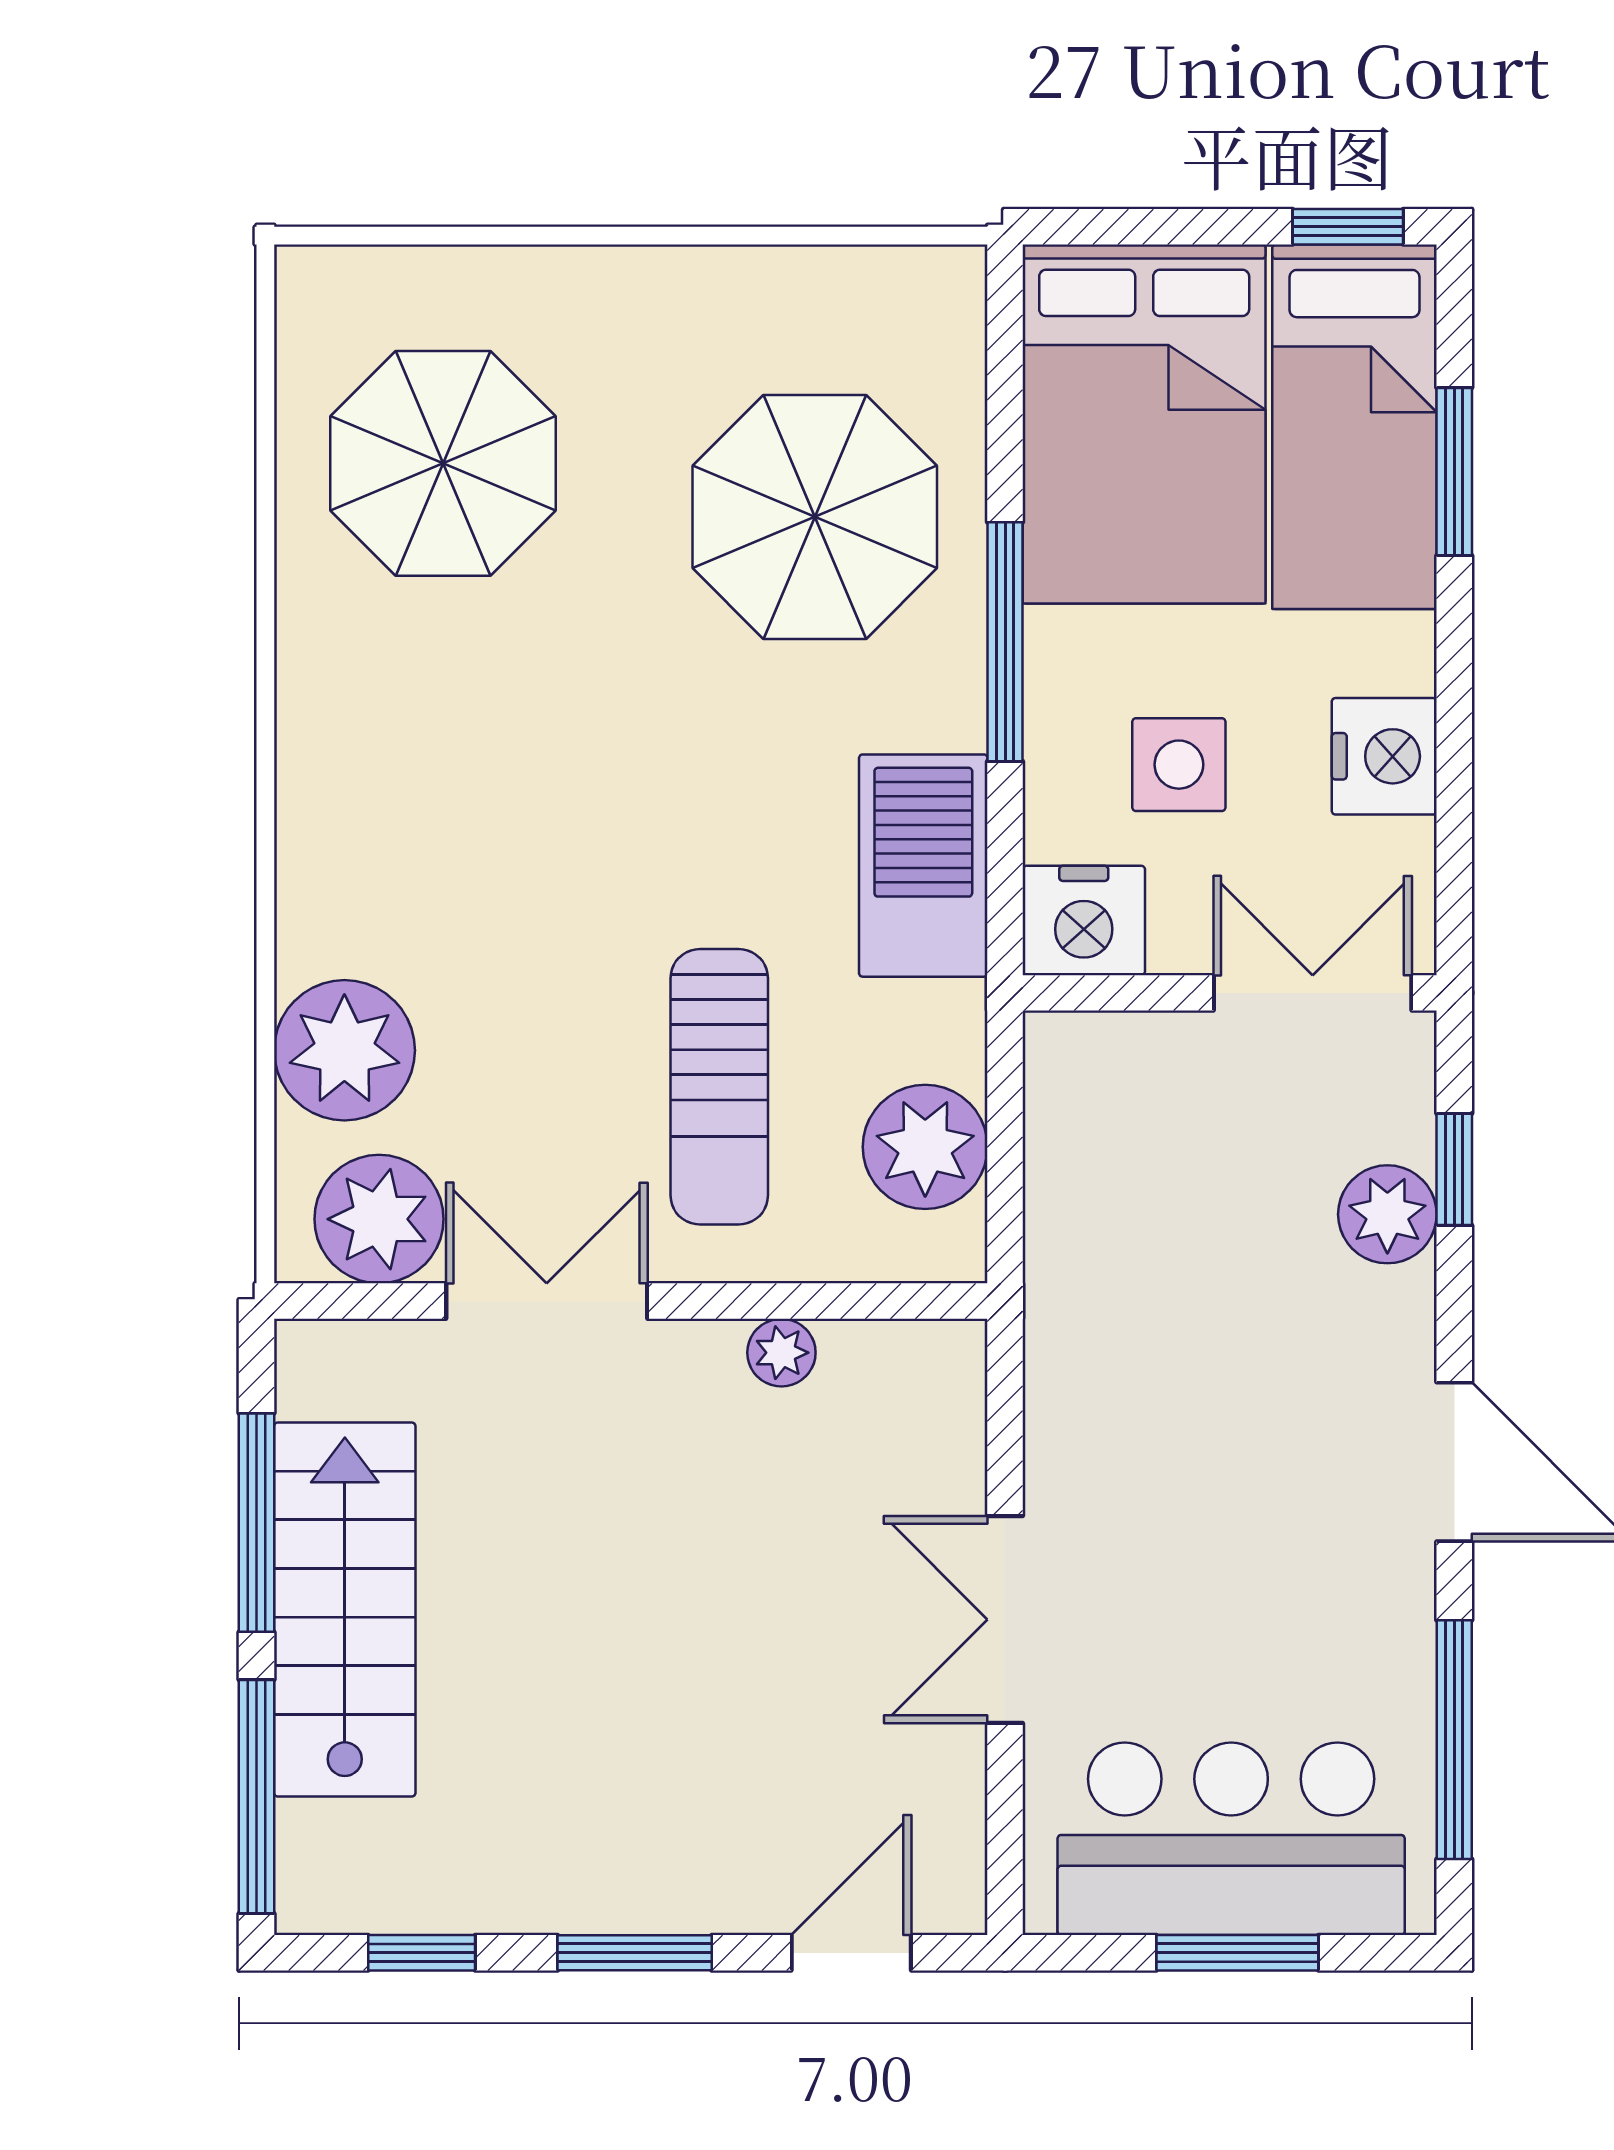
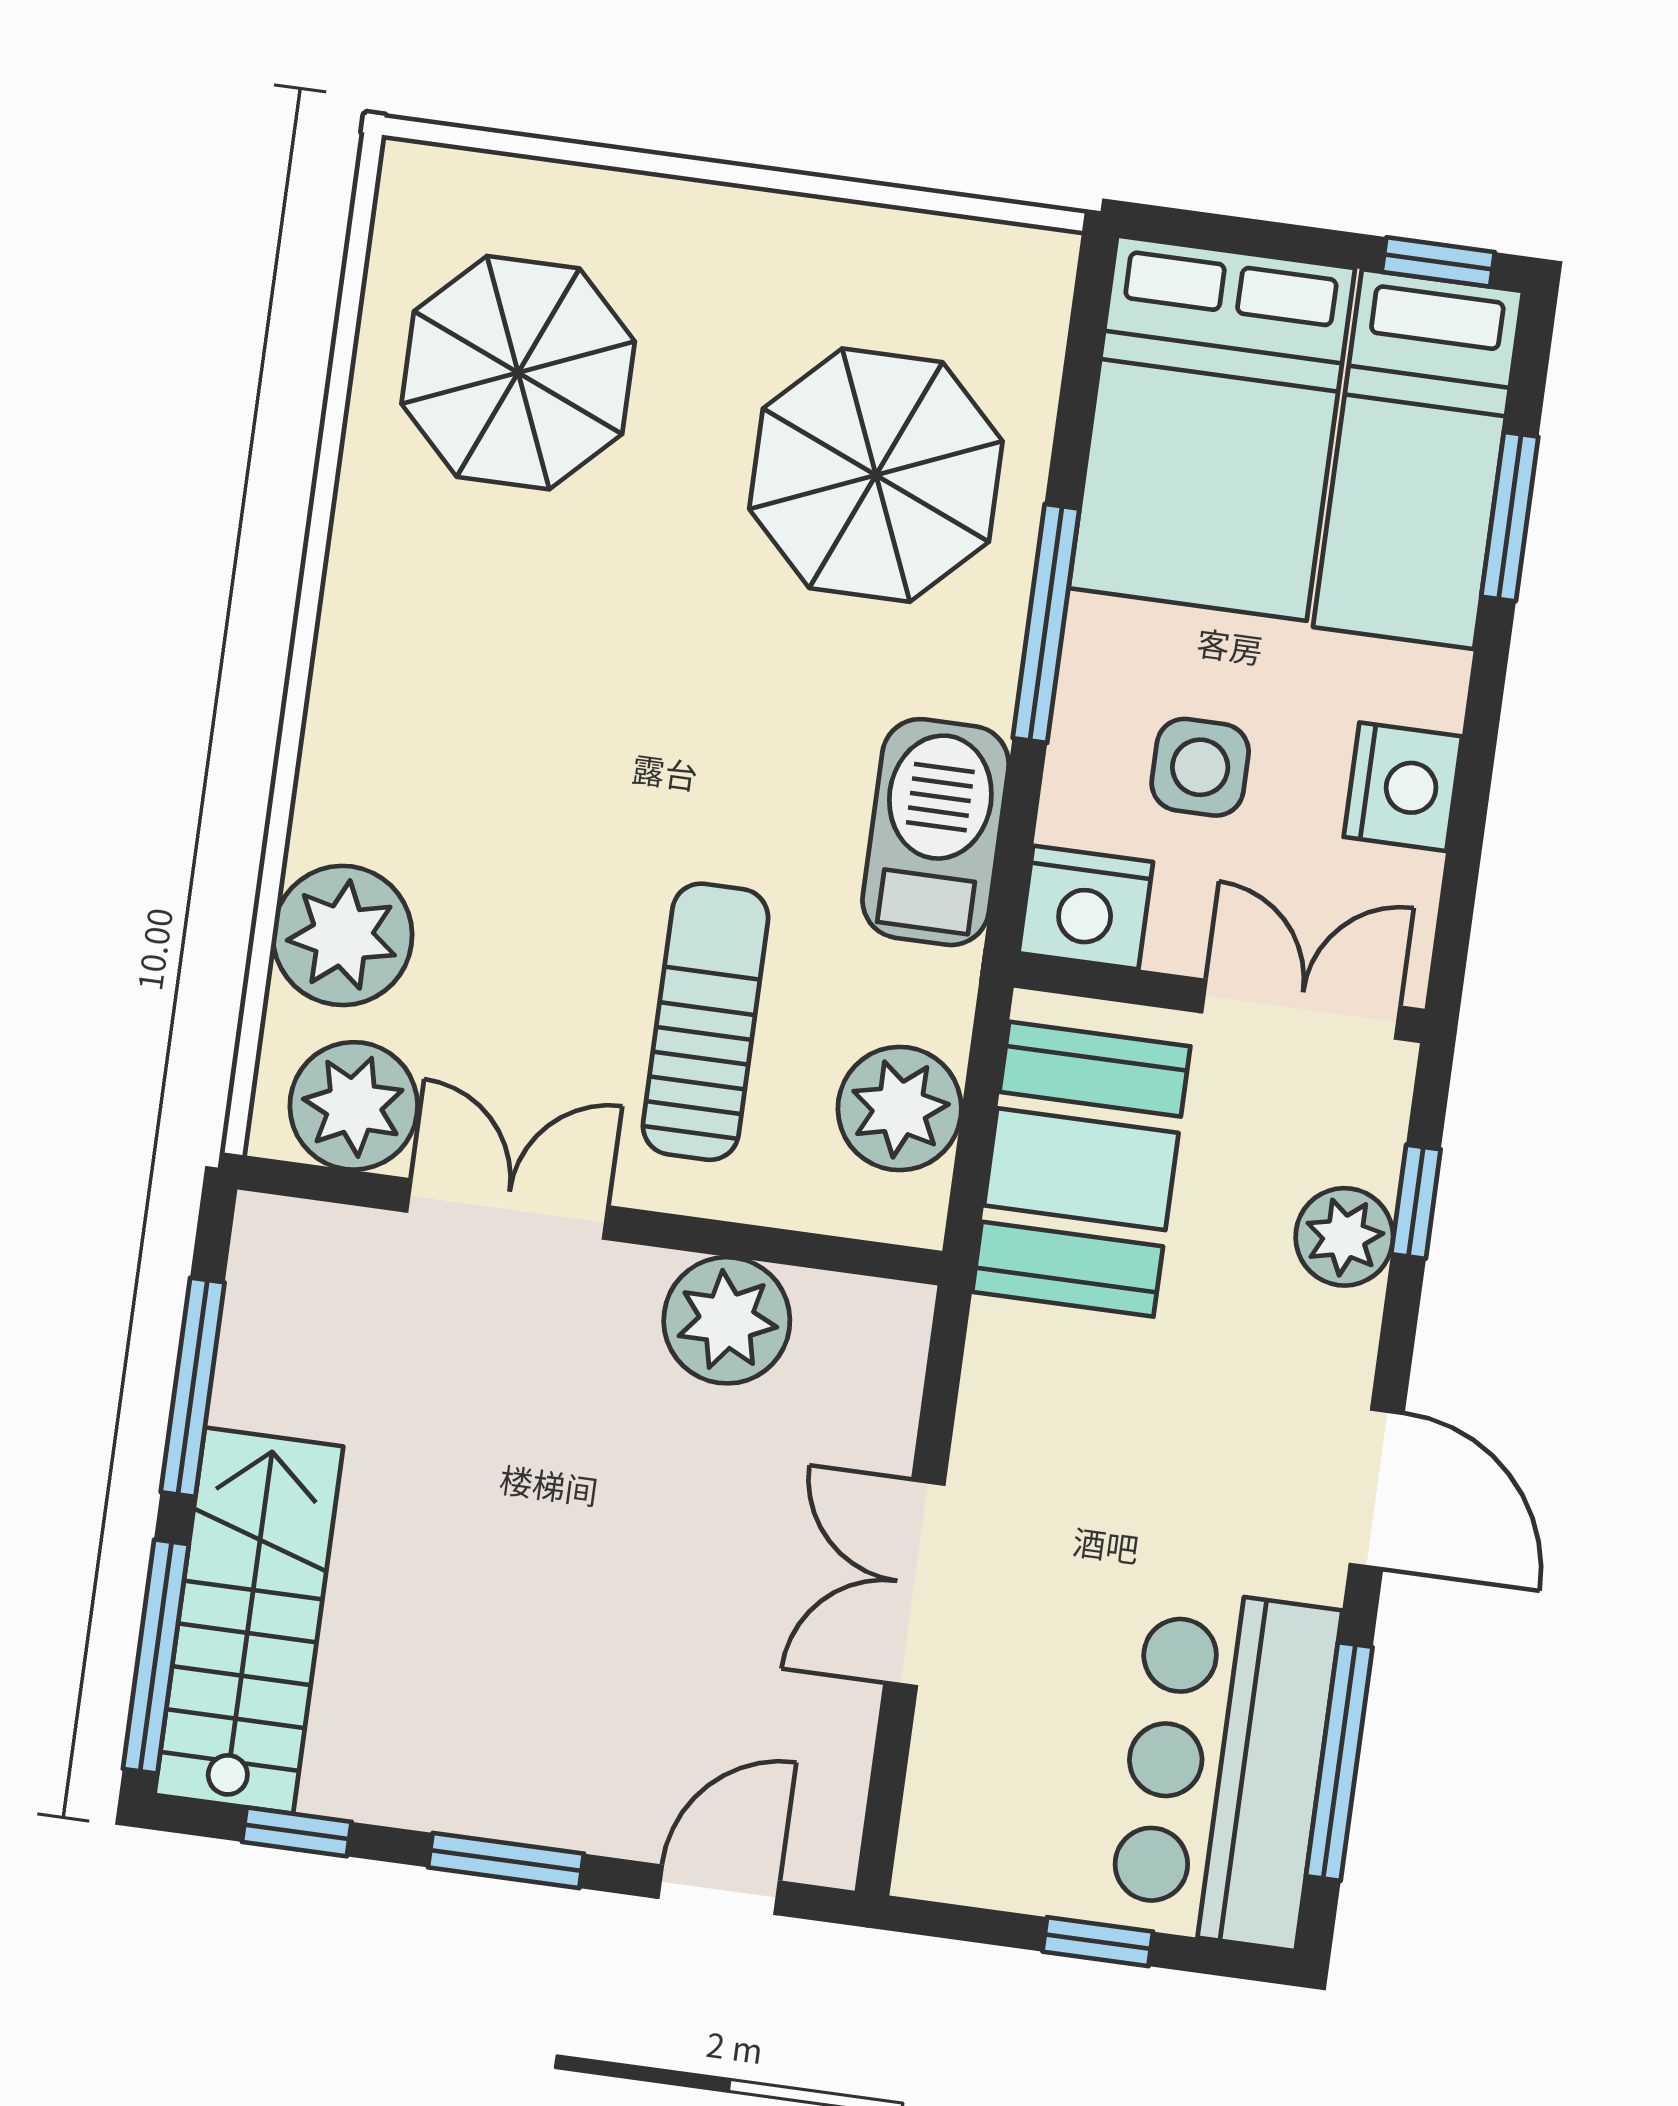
sun lounger: (719, 1087) -> (706, 1022), turned 180
booth: (1115, 1183) -> (1081, 1169), added
plant: (781, 1353) -> (727, 1320), width x1.88, depth x1.88
stairs: (345, 1610) -> (249, 1621), moved
bar counter: (1231, 1839) -> (1224, 1768), moved, turned -90
window: (1237, 1953) -> (1098, 1942), width x0.67

